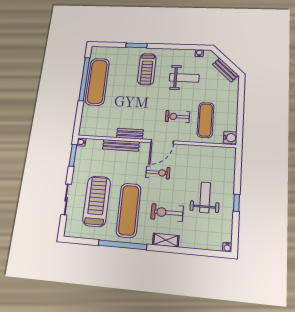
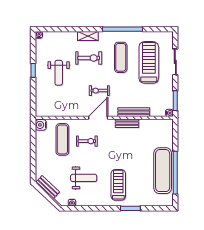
weight bench: (184, 78) -> (84, 178), turned 180
treadmill: (97, 201) -> (149, 62), turned 180
exercise mat: (129, 210) -> (121, 57), width x0.73, depth x0.69

